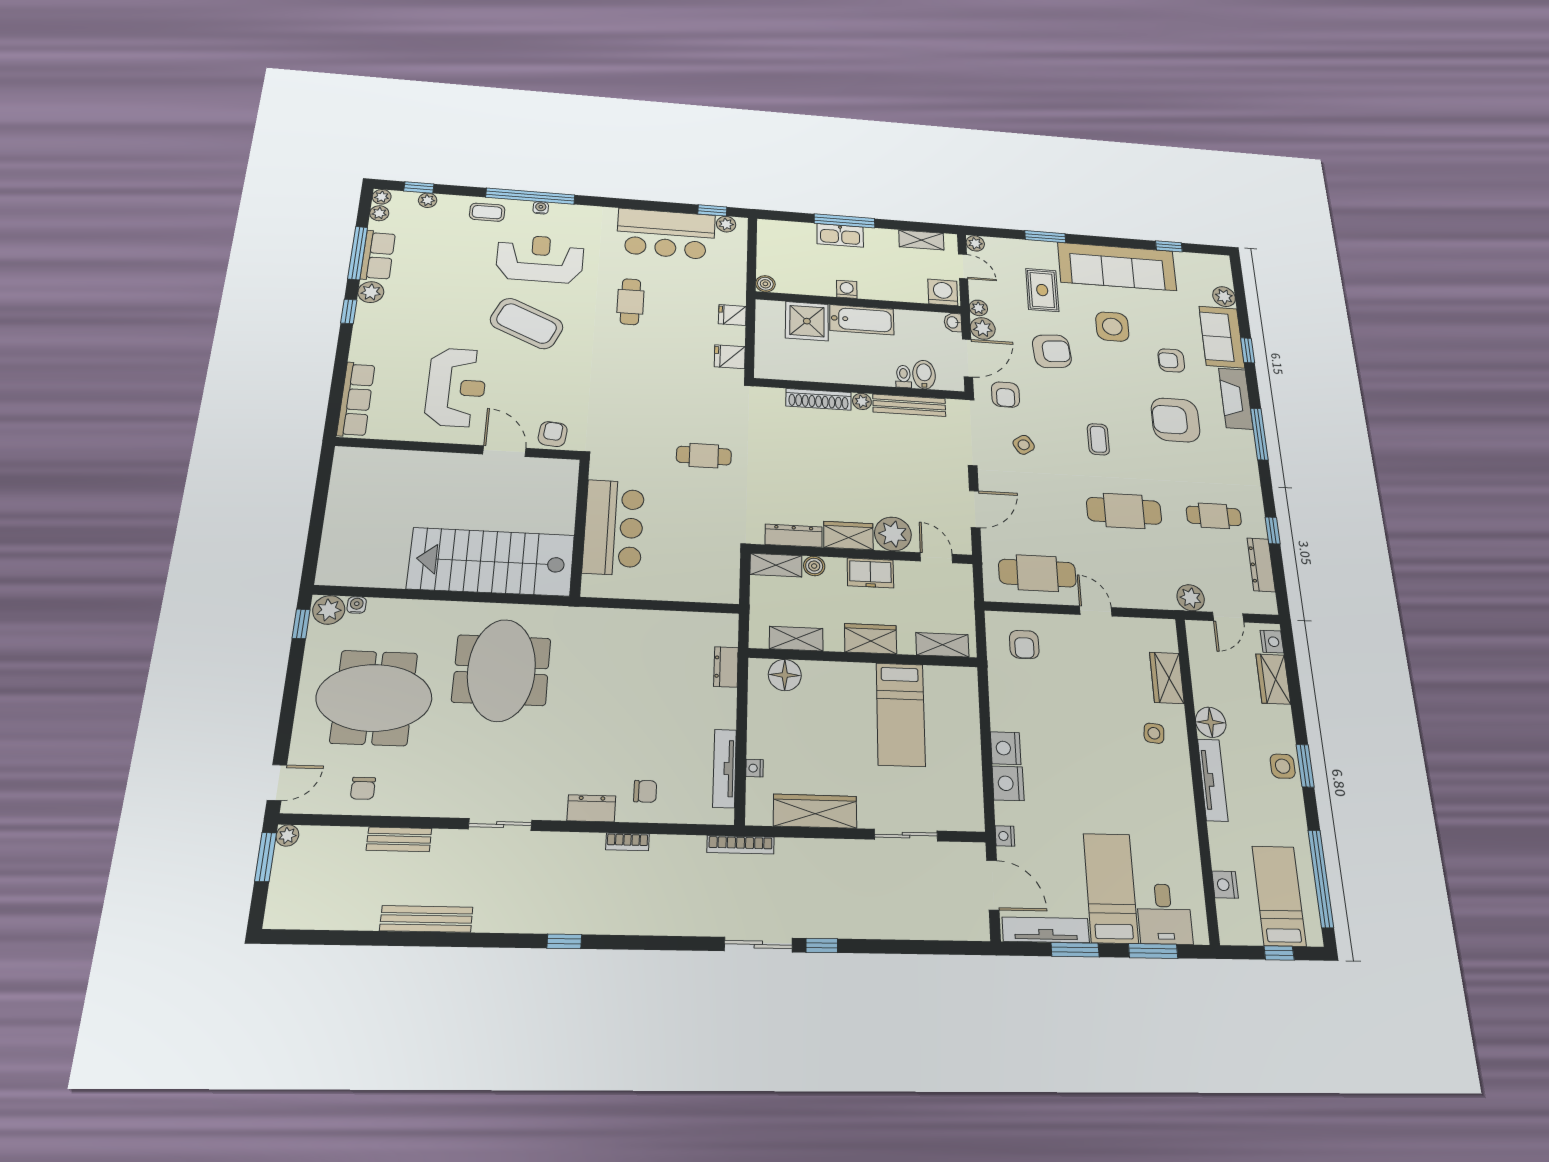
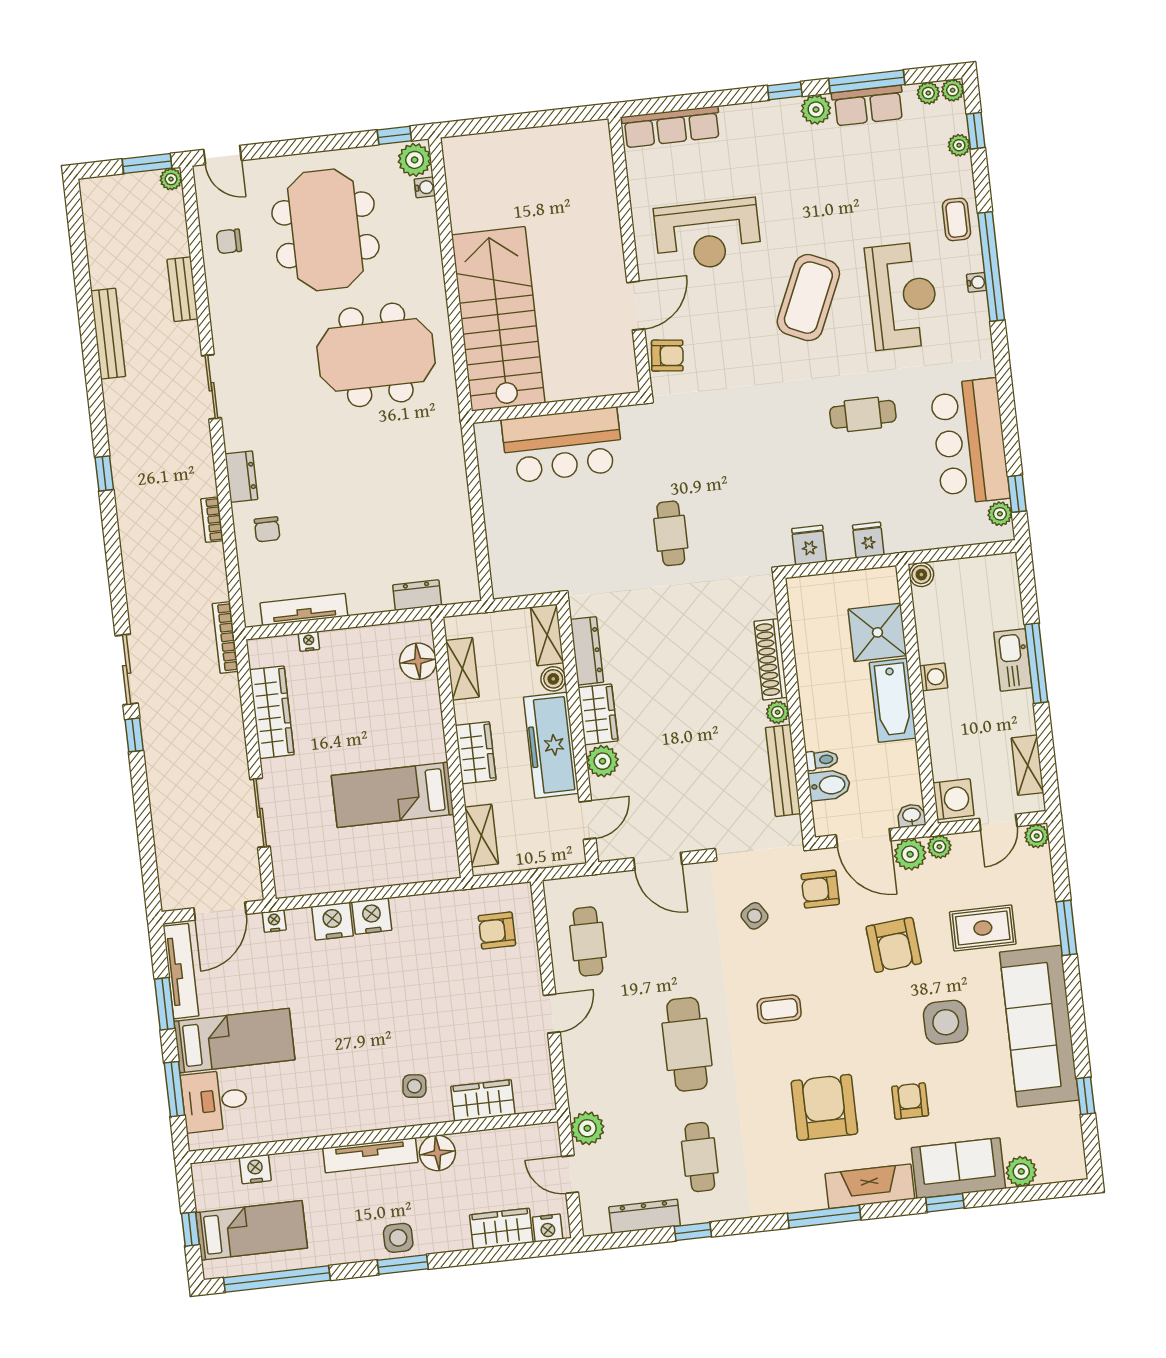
plant: (893, 534) -> (602, 761), width x0.73, depth x0.73
freezer: (870, 573) -> (551, 745), width x1.91, depth x1.26
cafe table: (1037, 573) -> (588, 941), width x0.73, depth x0.74

